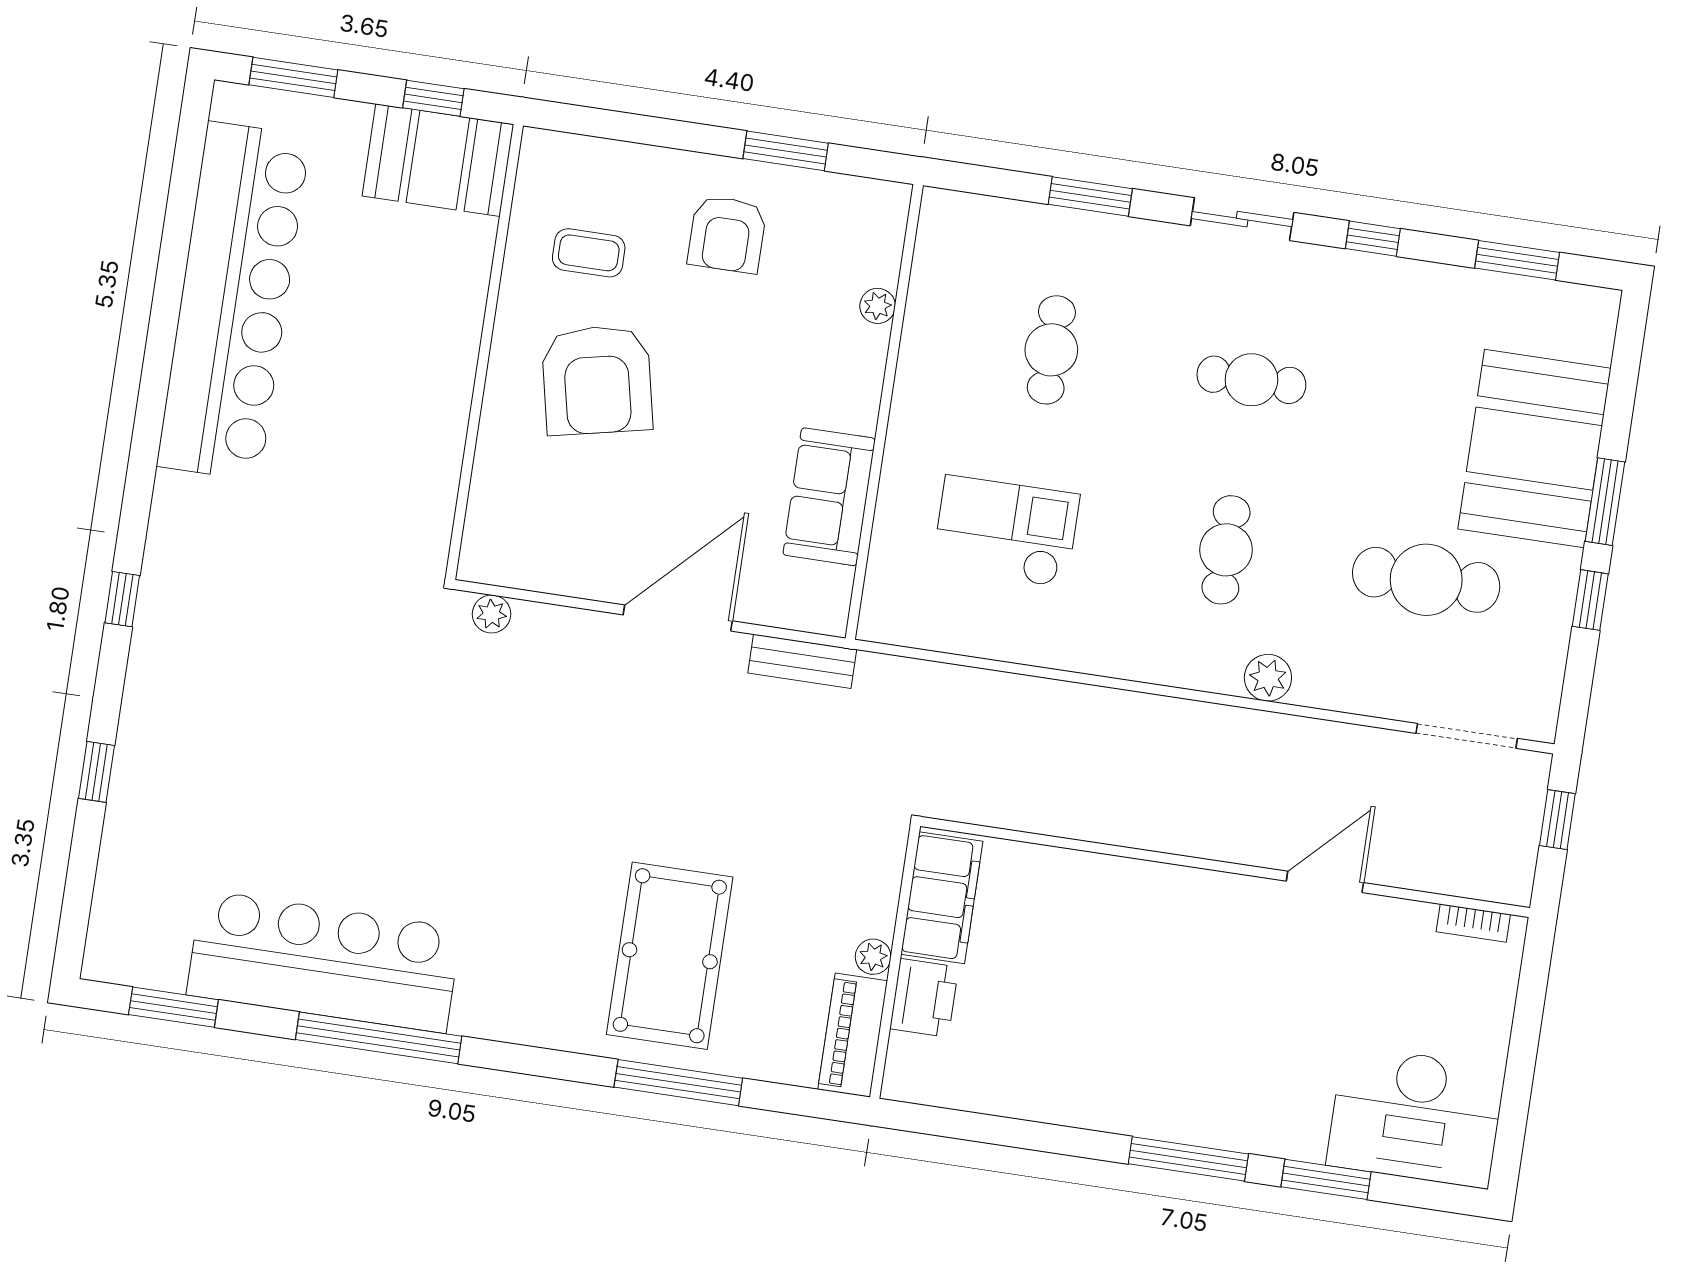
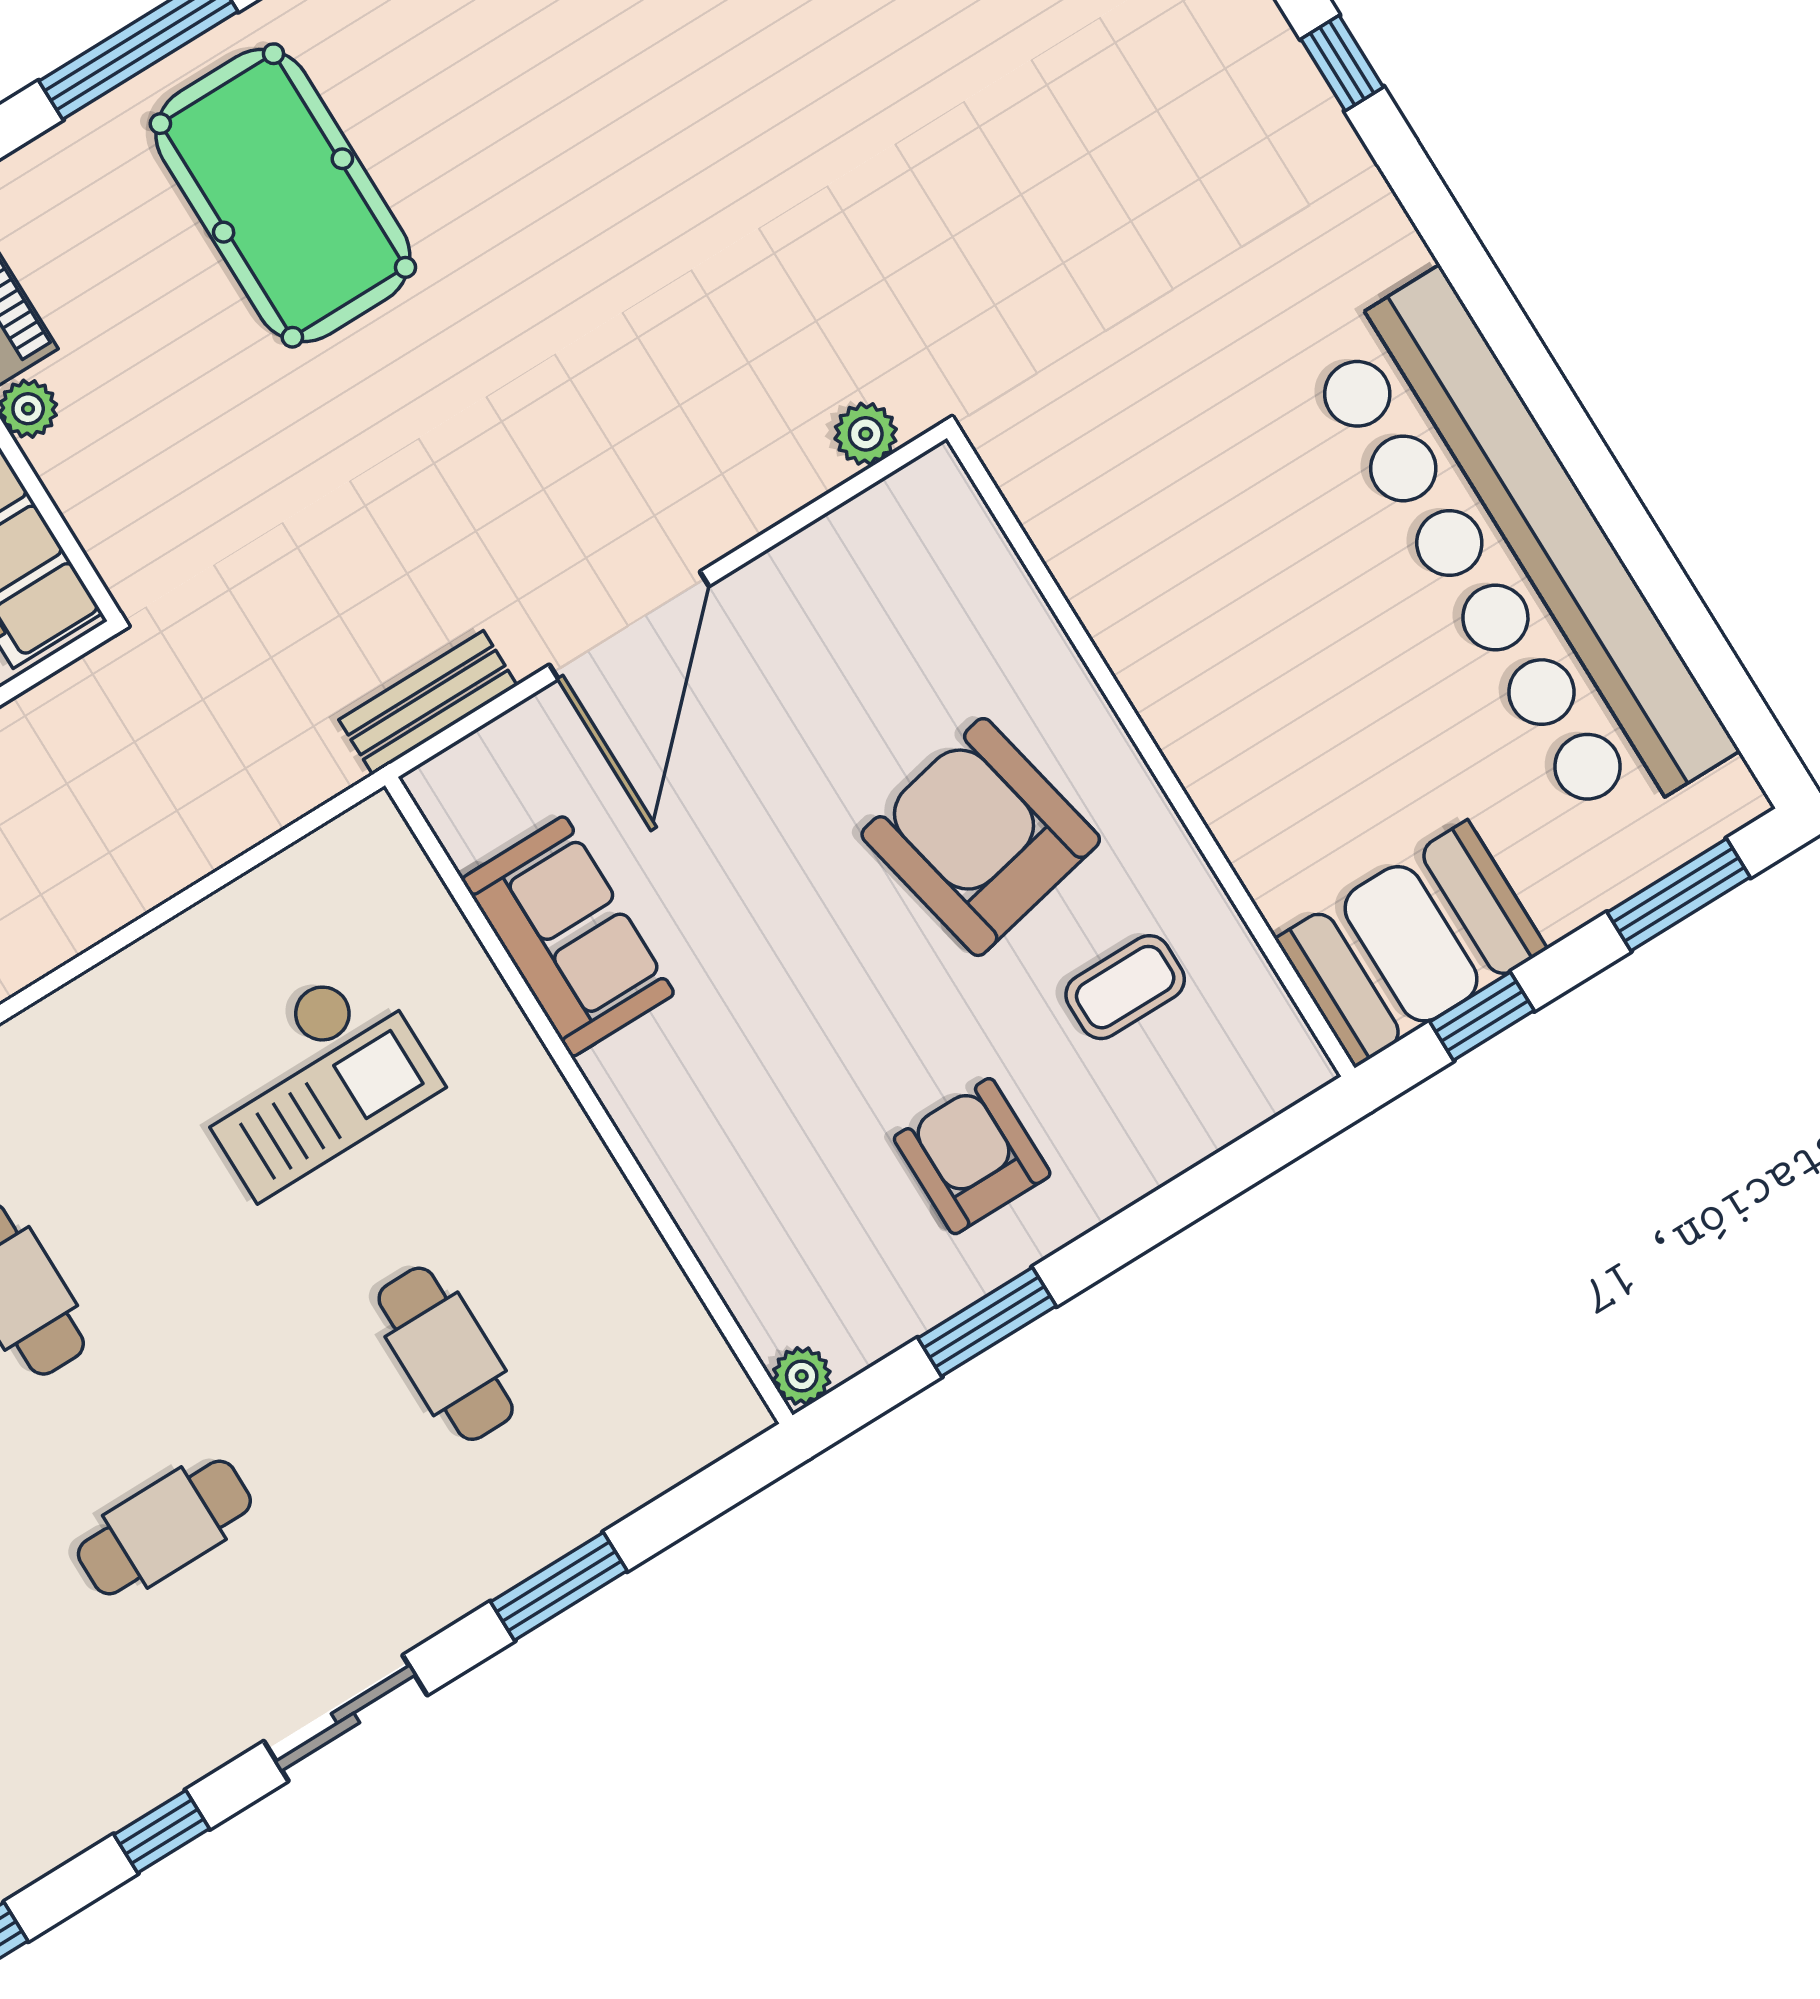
plant: (878, 306) -> (802, 1376), moved

